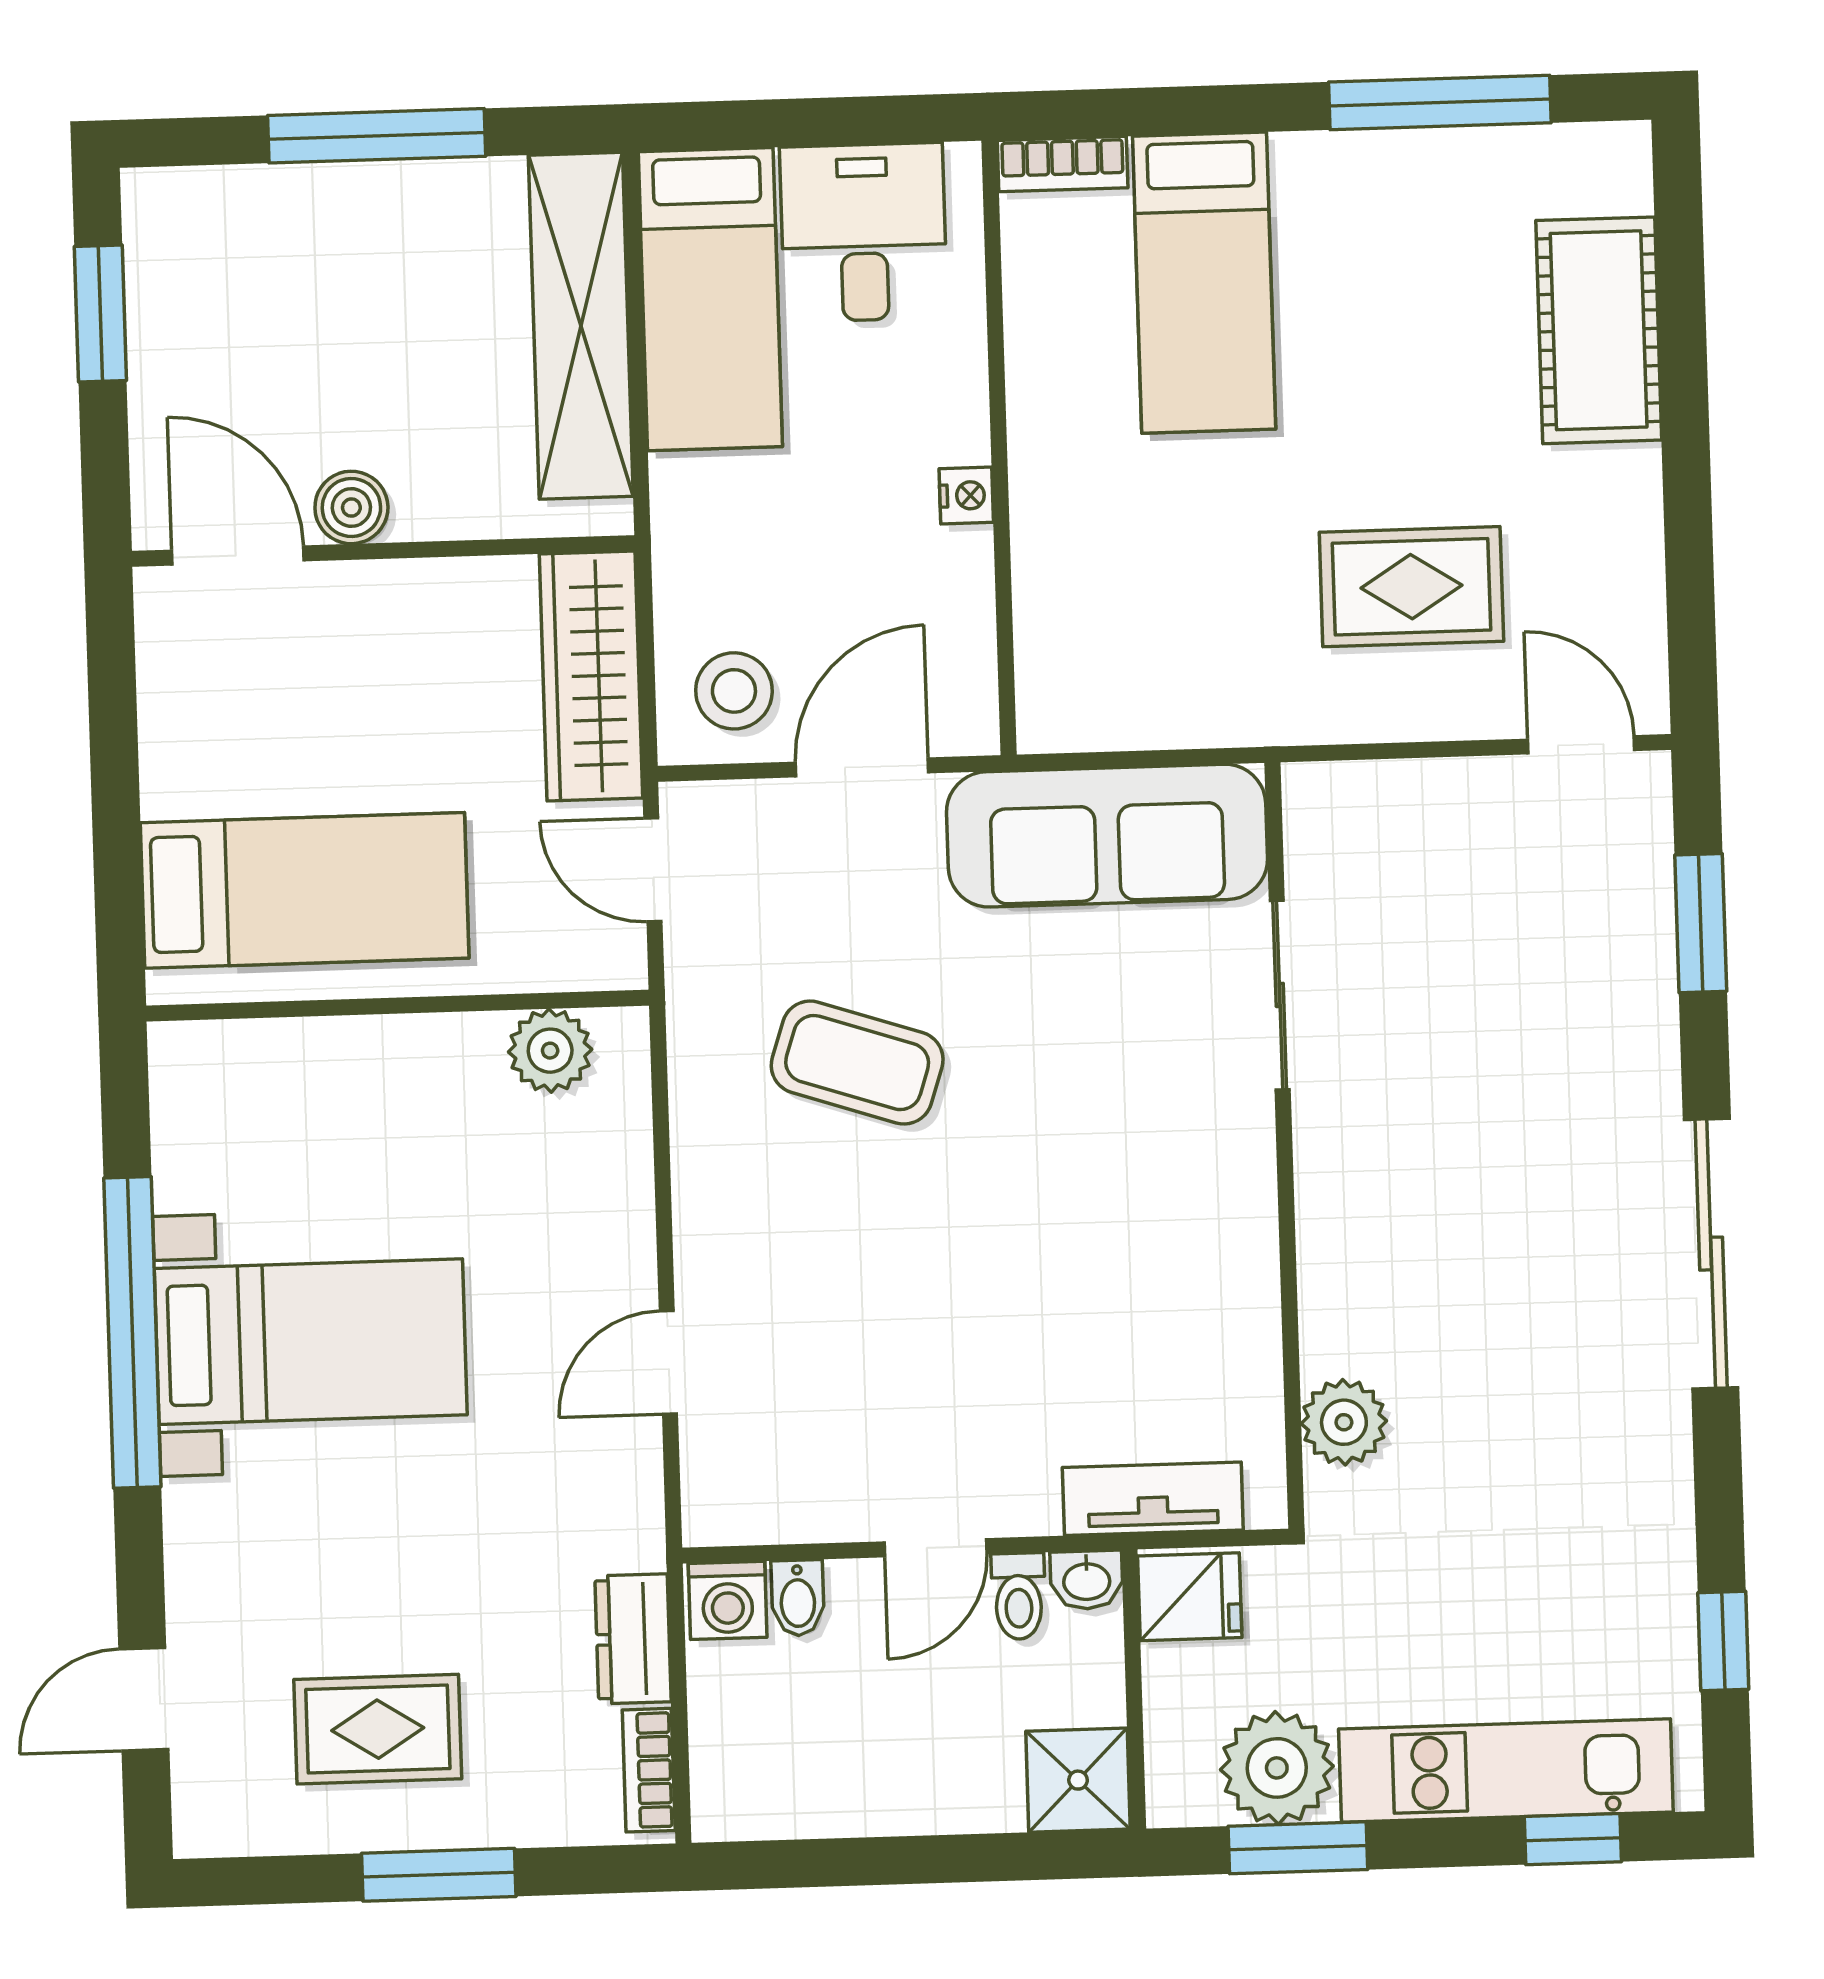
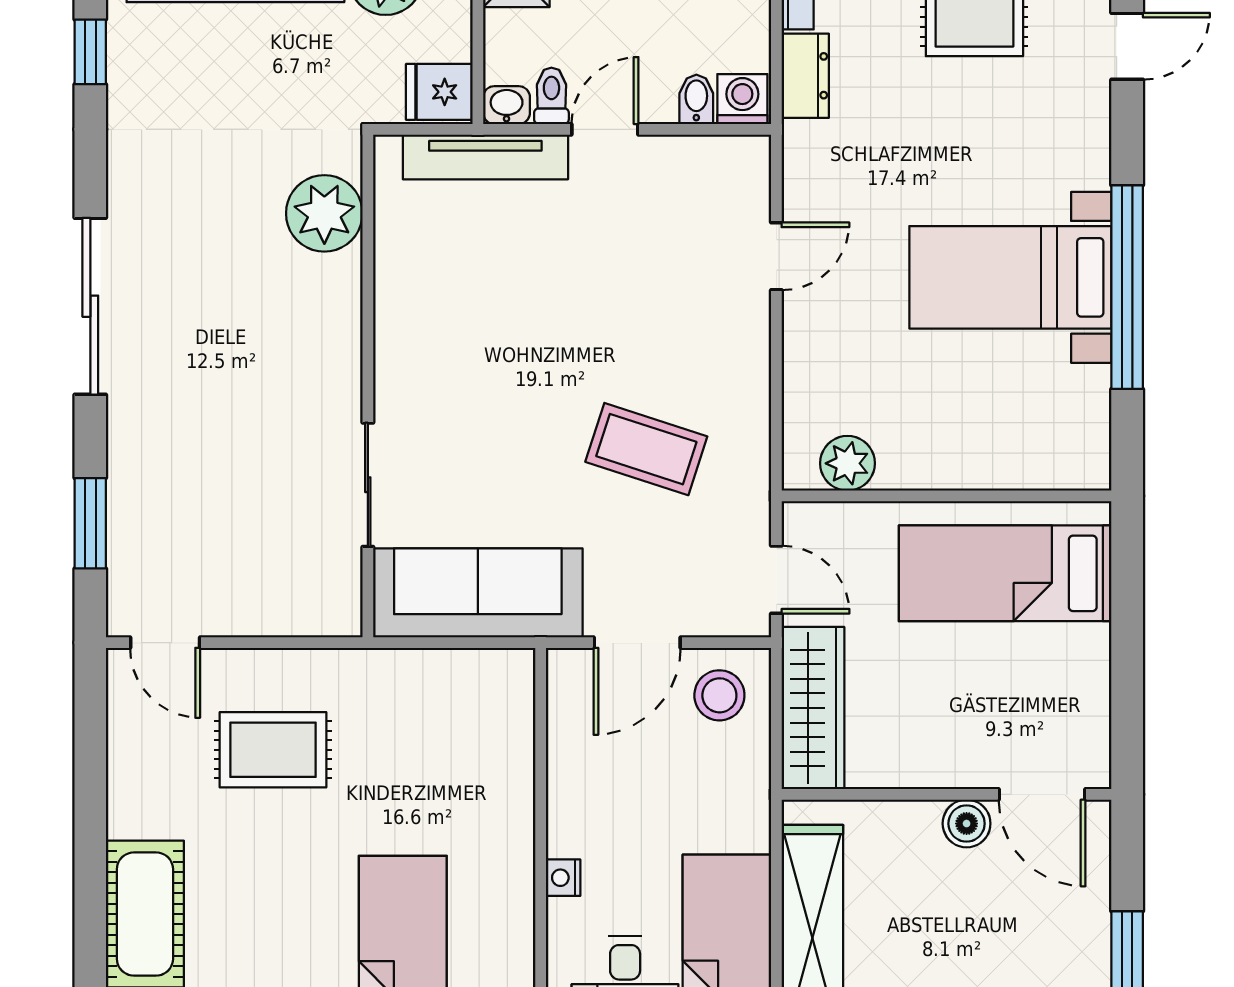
nightstand: (966, 495) -> (563, 878), moved
plant: (1344, 1422) -> (324, 213), width x1.36, depth x1.36
tv unit: (1153, 1499) -> (485, 157), width x1.41

